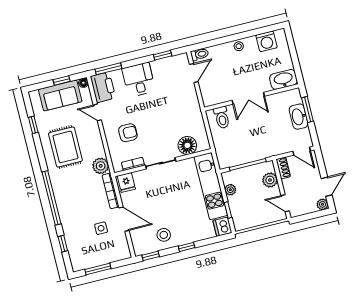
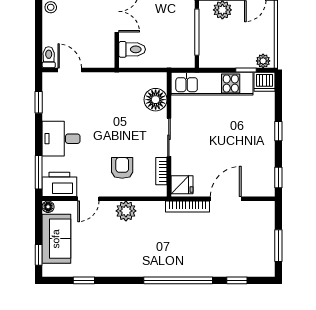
window: (62, 80) -> (39, 255), moved
rug: (65, 147) -> (121, 248), removed
plant: (101, 166) -> (126, 211), moved
plant: (230, 190) -> (263, 61), moved
side table: (101, 228) -> (230, 229), removed
stool: (164, 235) -> (257, 155), removed

